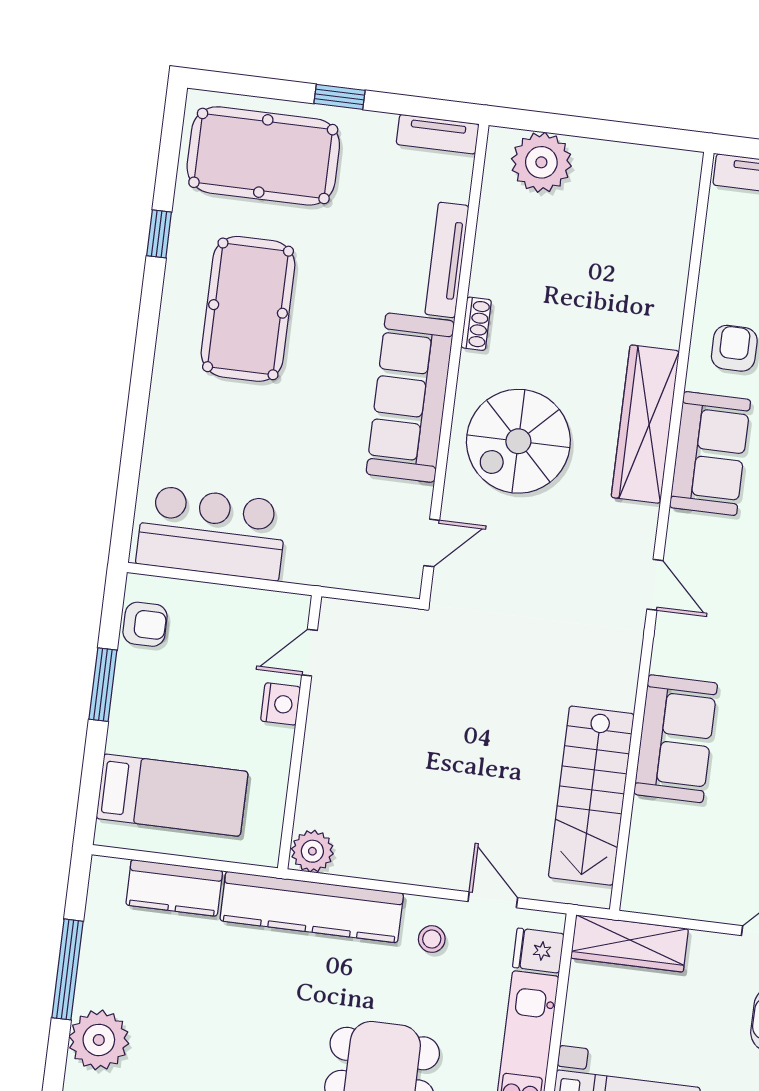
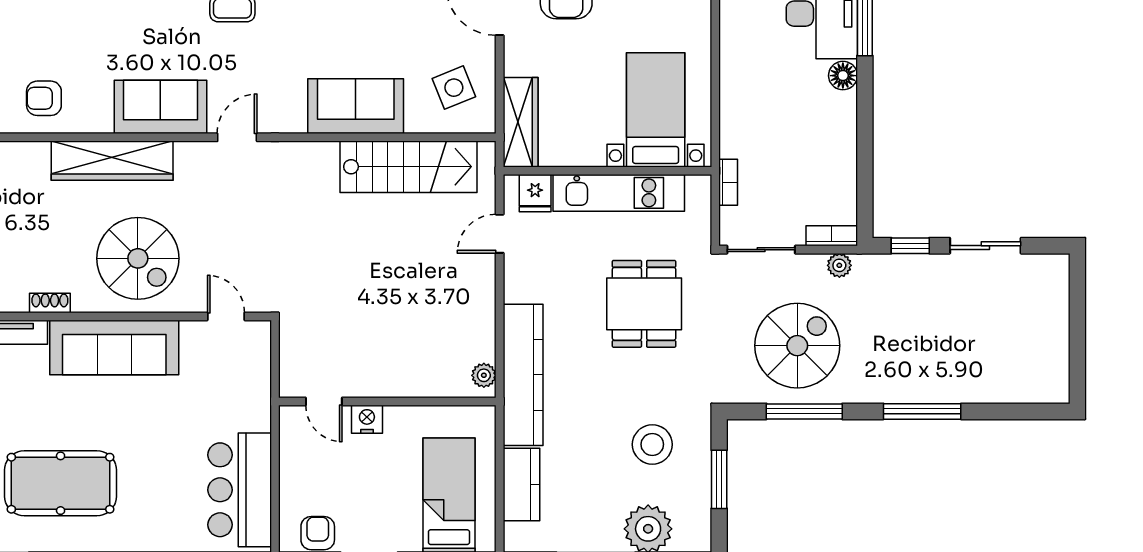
sofa: (710, 454) -> (160, 107), moved
plant: (312, 851) -> (484, 375), width x0.73, depth x0.73
side table: (684, 865) -> (454, 88), added
stool: (432, 939) -> (652, 444), moved, width x1.89, depth x1.89

